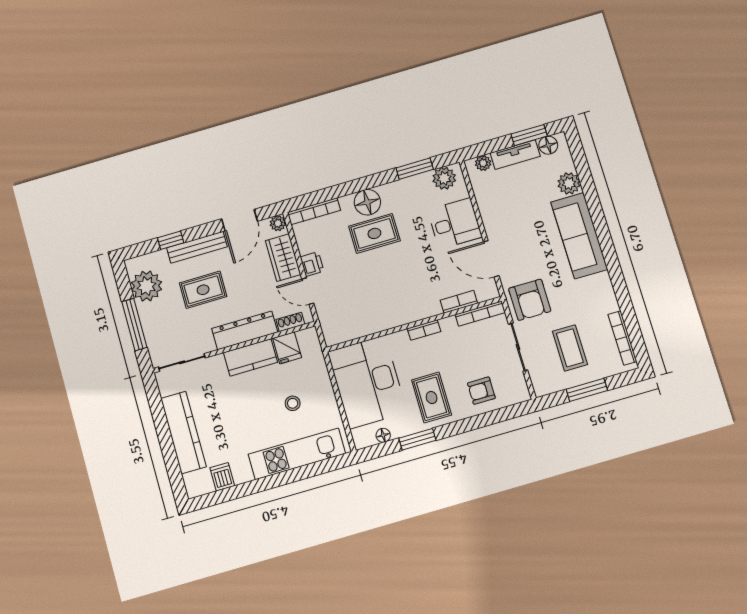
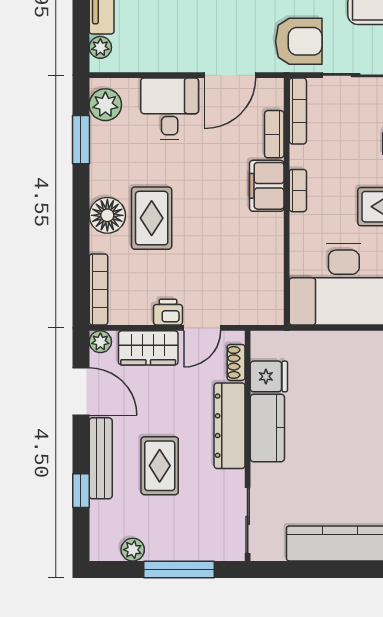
plant: (146, 286) -> (133, 550), width x0.53, depth x0.53
filing cabinet: (421, 307) -> (267, 186), added
stool: (293, 403) -> (343, 390), removed

